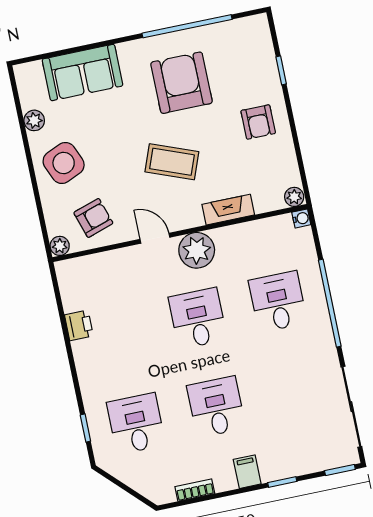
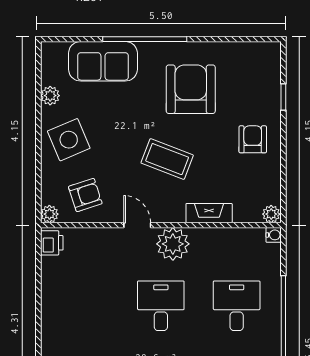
window: (187, 26) -> (145, 39), moved
armchair: (258, 122) -> (253, 139), turned 180
printer: (79, 325) -> (52, 243), moved

